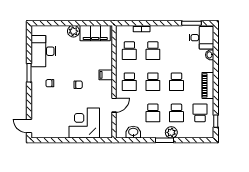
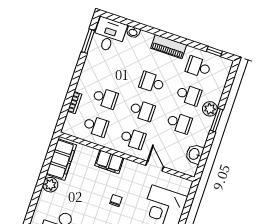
filing cabinet: (106, 75) -> (109, 162), width x2.00
school desk: (176, 82) -> (152, 82), turned 180

